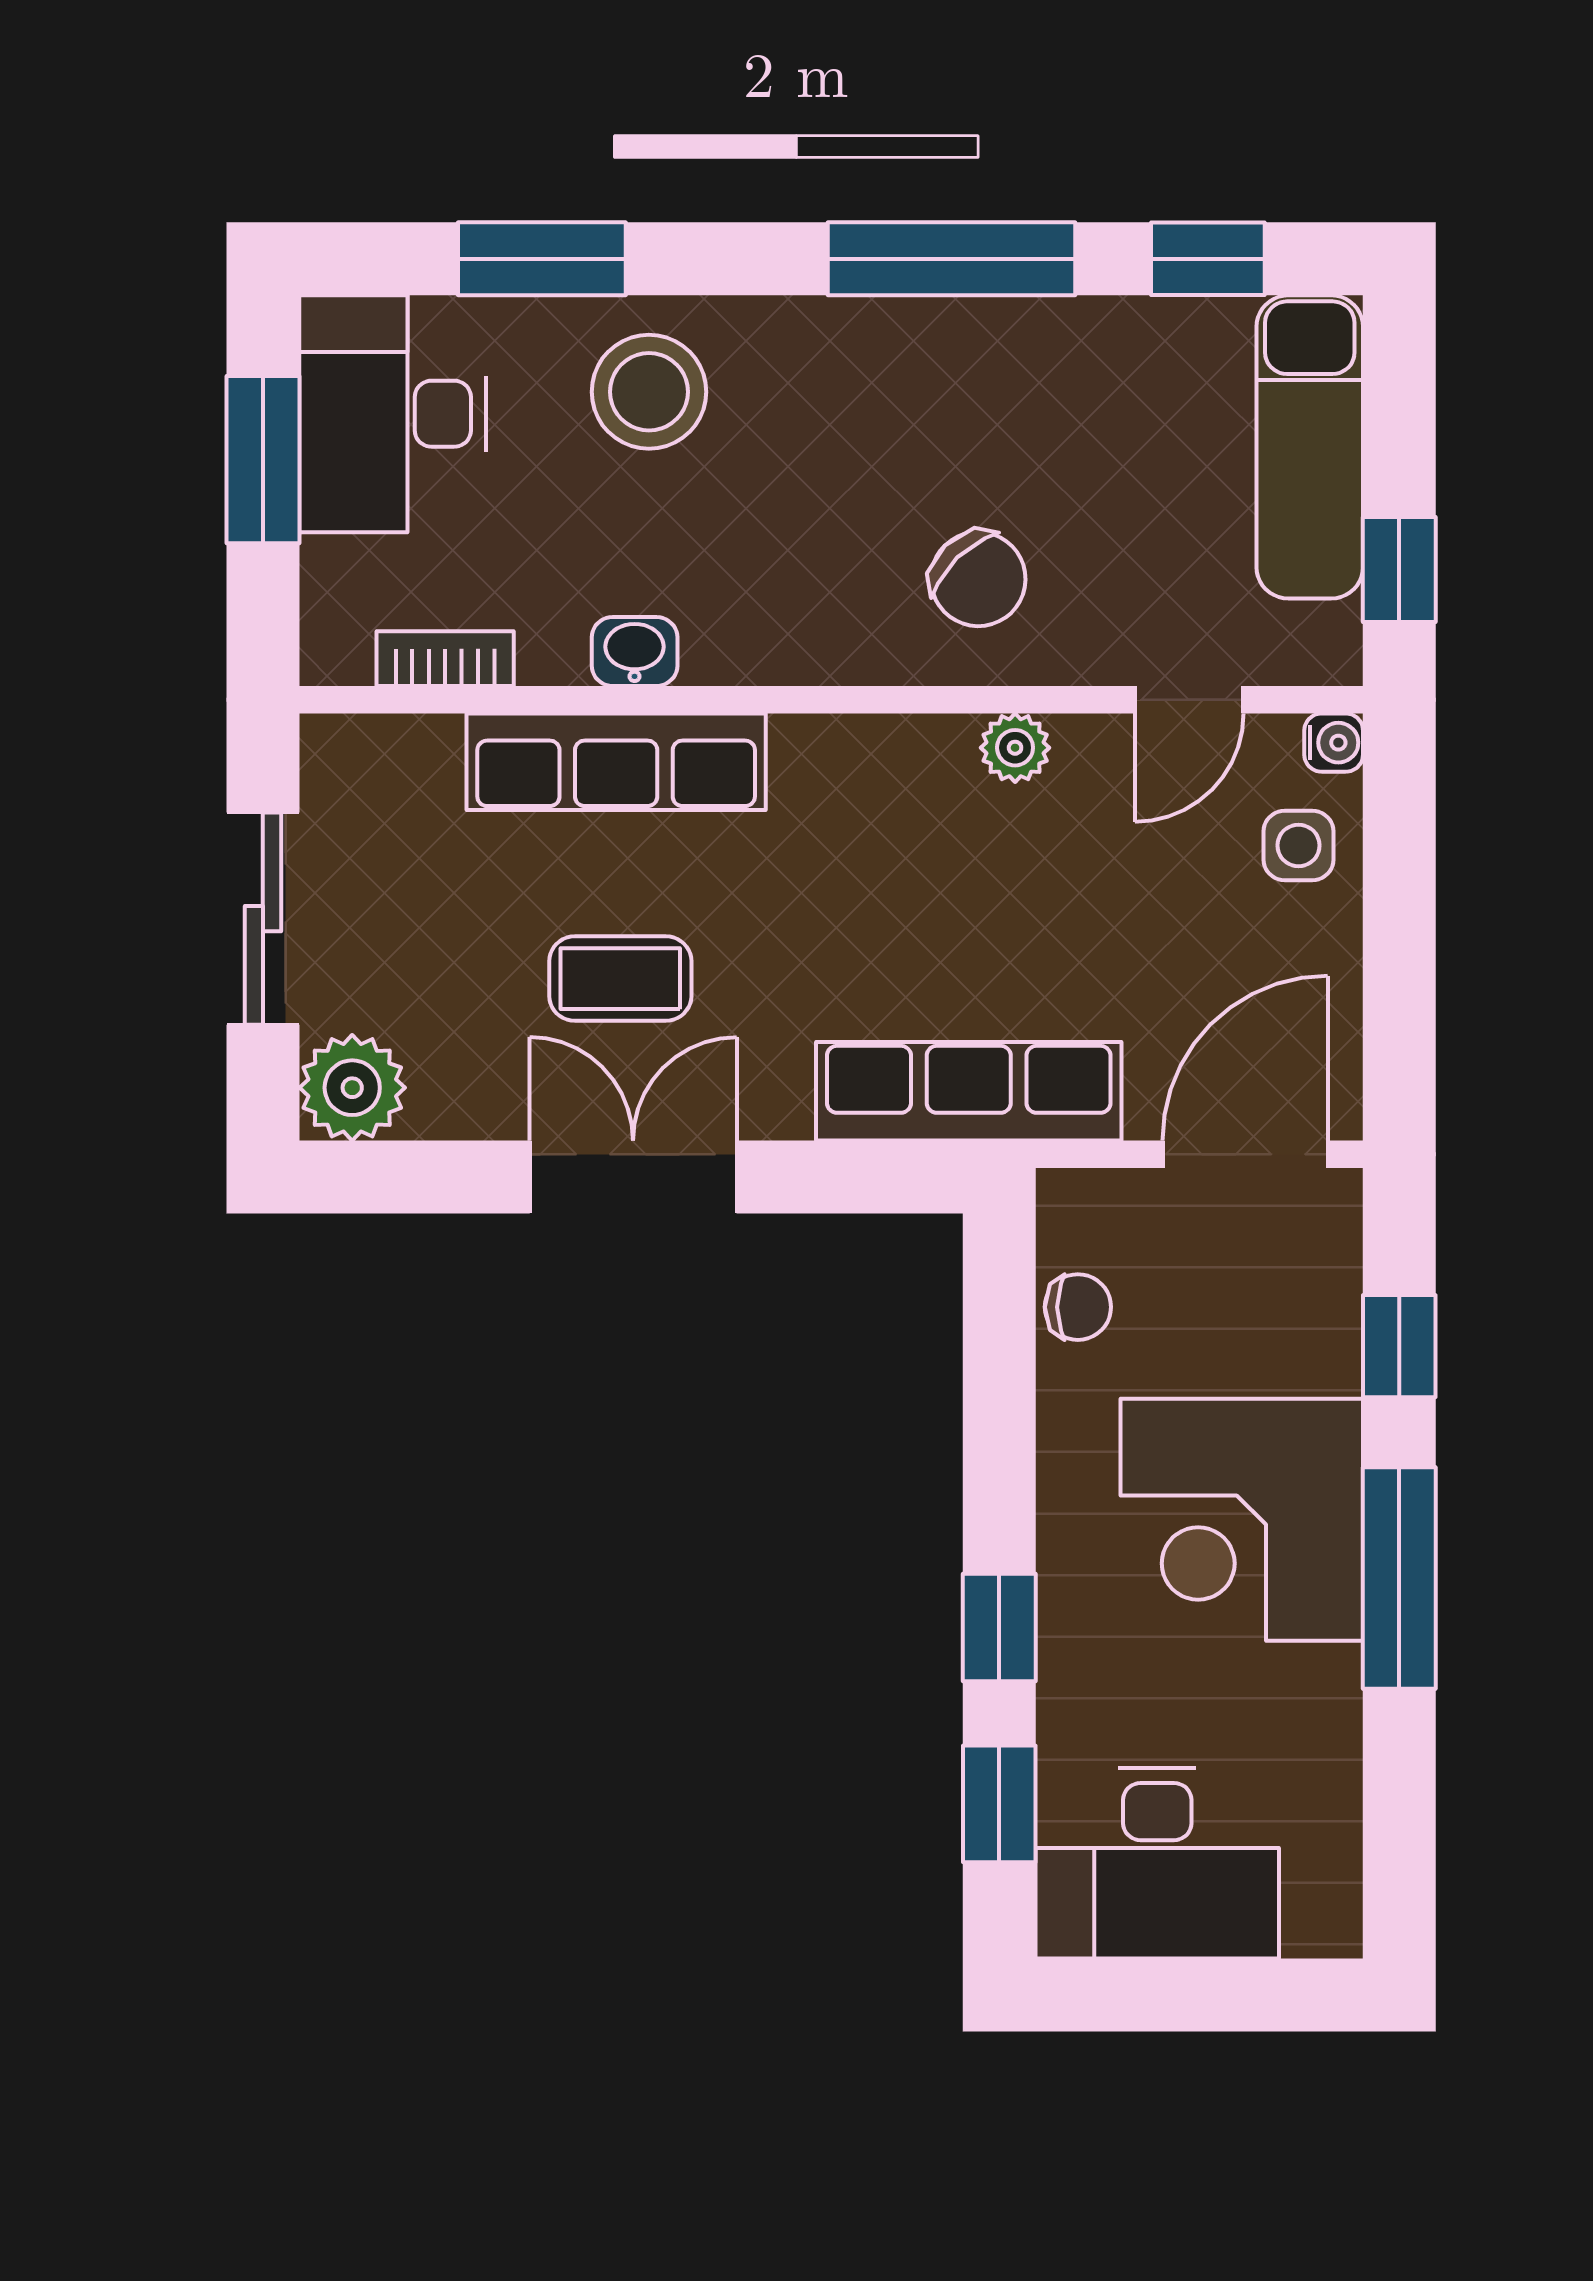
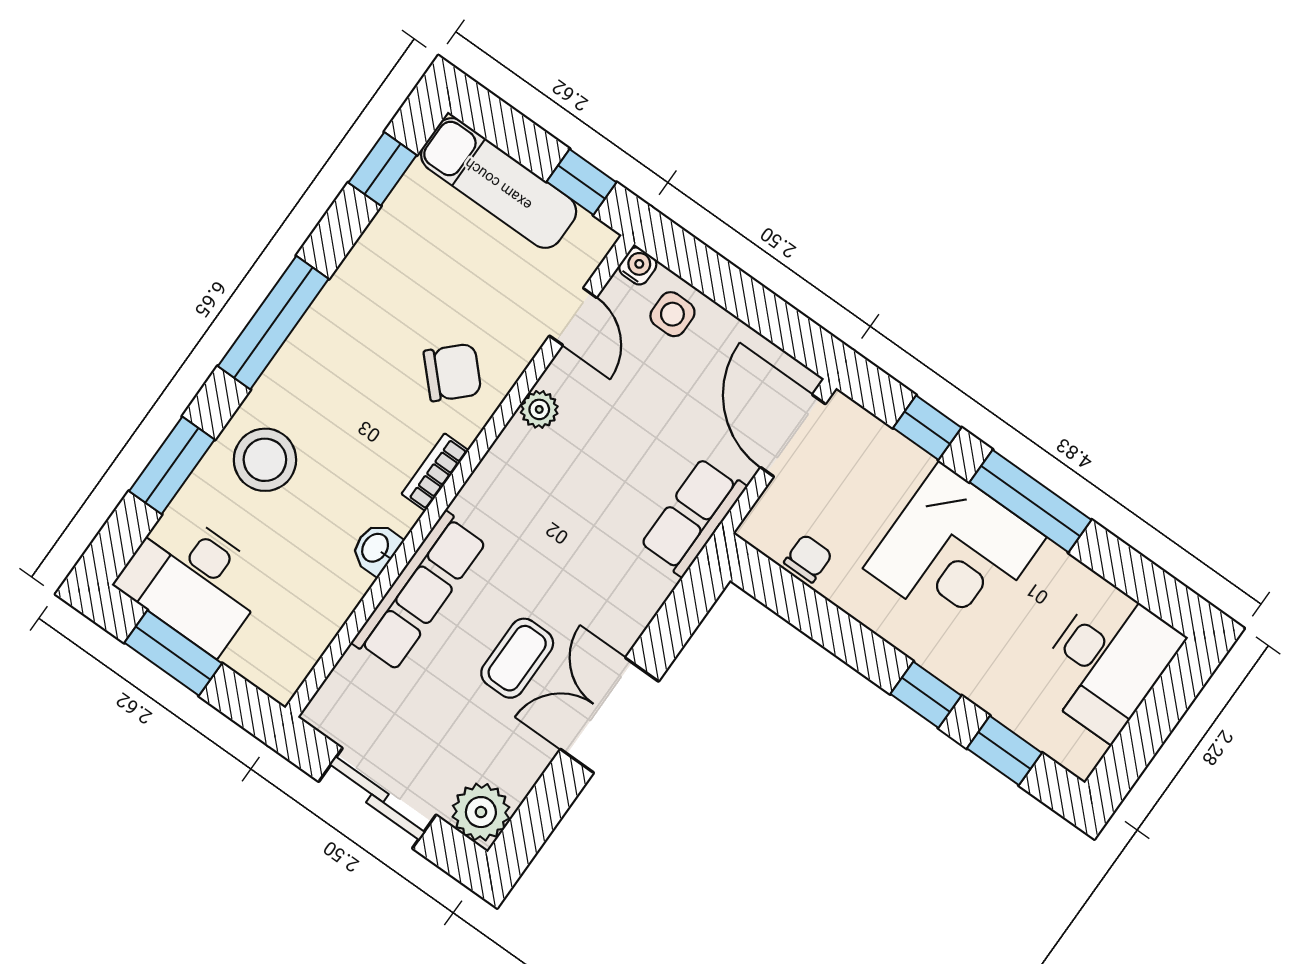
window: (951, 259) -> (273, 323), moved
bookcase: (445, 659) -> (435, 472), moved
row of seats: (969, 1091) -> (693, 517), width x0.68
desk: (1157, 1863) -> (1107, 662), moved

